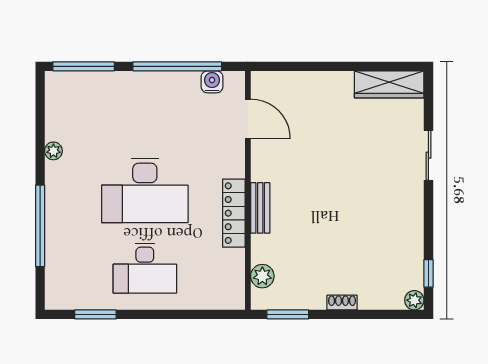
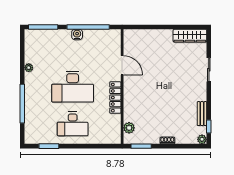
water cooler: (212, 82) -> (77, 34), moved
door: (248, 119) -> (122, 65), moved
bench: (260, 208) -> (202, 114), moved

